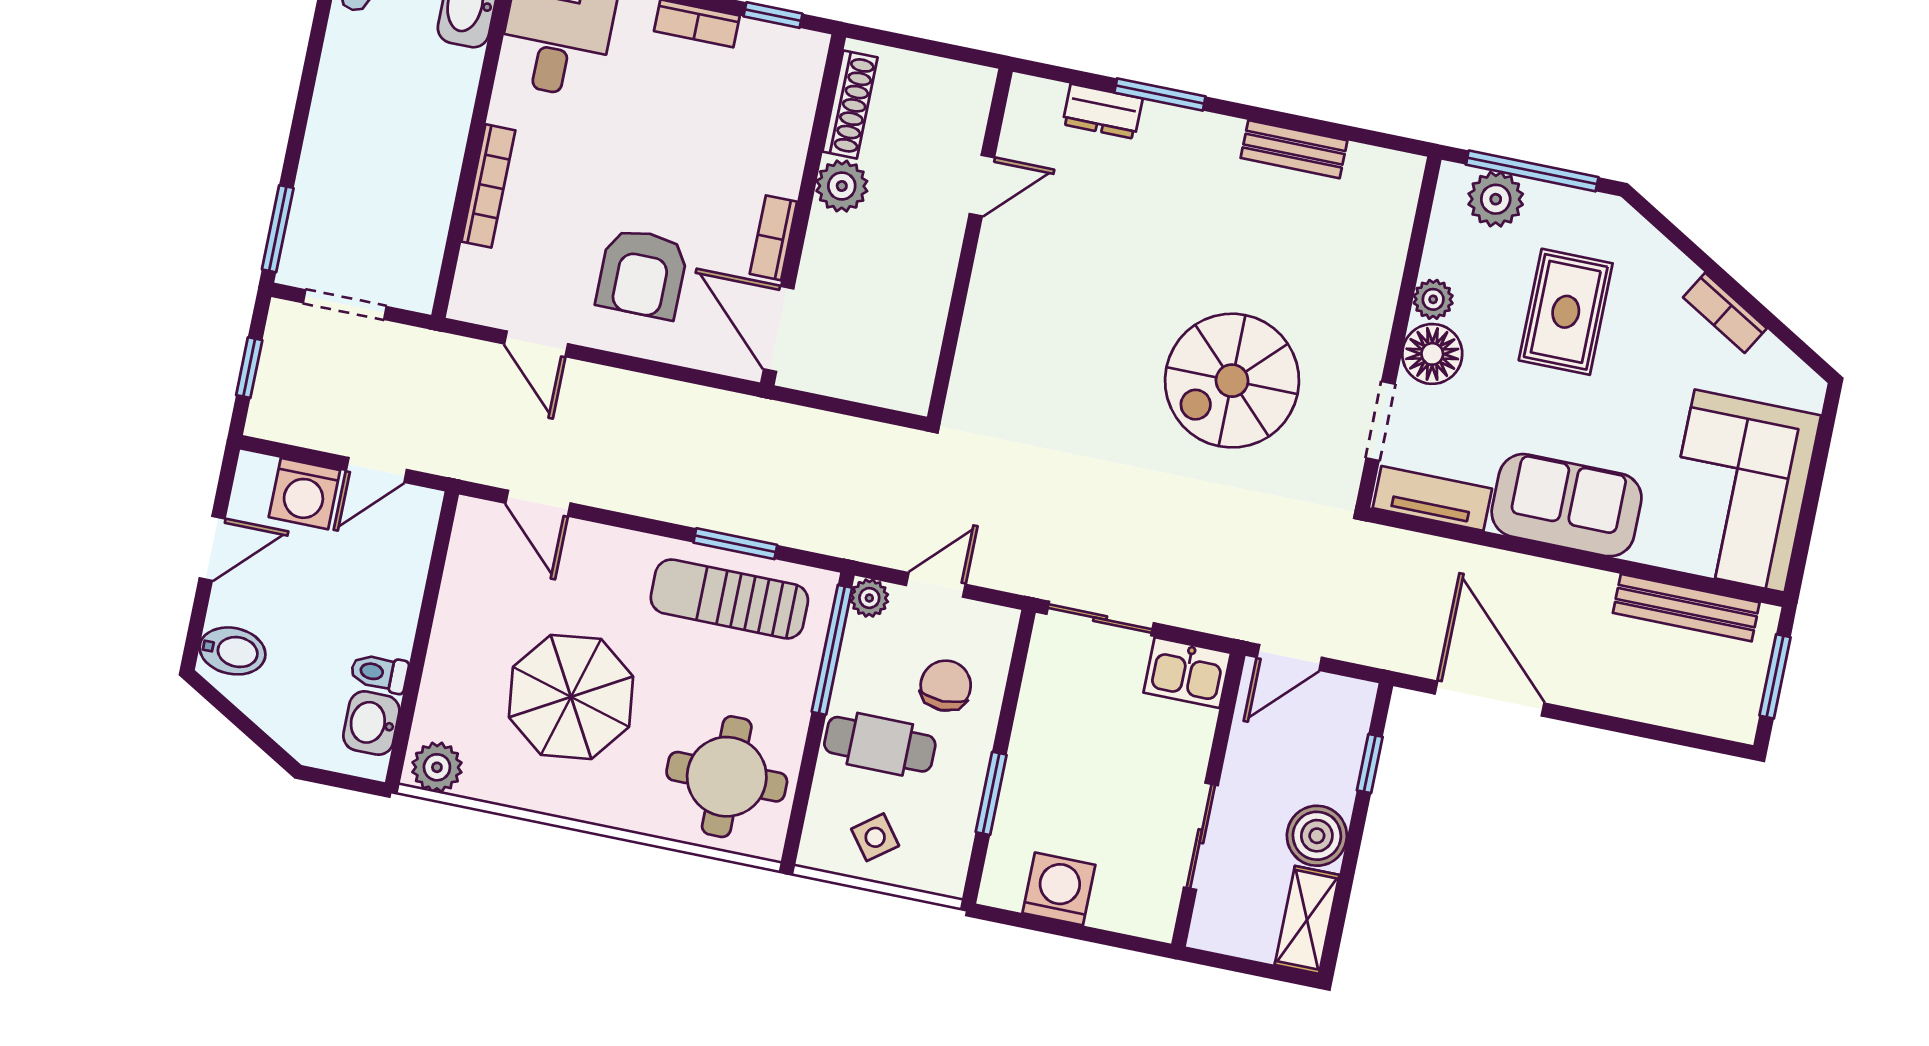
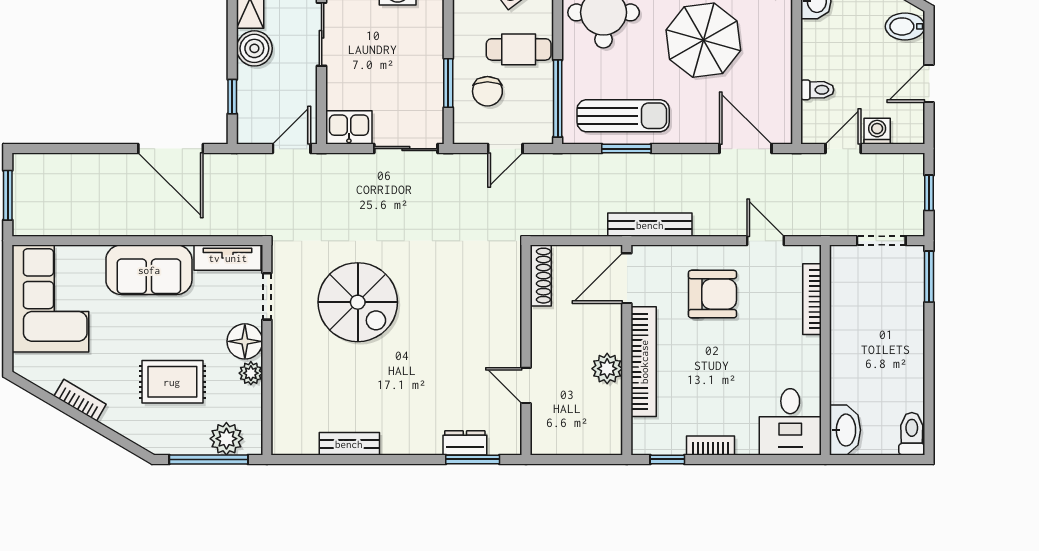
window: (1160, 95) -> (473, 459), moved
shoe rack: (850, 105) -> (541, 276), moved, turned 180
bookcase: (488, 186) -> (812, 299), moved
door: (982, 186) -> (526, 385), hinge flipped
bookcase: (773, 238) -> (644, 362), width x2.31, depth x1.31
armchair: (642, 273) -> (712, 294), turned 90
rug: (1566, 312) -> (172, 382), turned 90
door: (779, 329) -> (627, 278), swing flipped
spiral stairs: (1232, 381) -> (358, 302), turned 90
washing machine: (304, 494) -> (877, 131), width x0.73, depth x0.73
door: (538, 503) -> (745, 149), width x1.38
plant: (869, 598) -> (542, 133), removed
bench: (1686, 608) -> (650, 225), moved
toilet: (379, 673) -> (817, 90), moved
window: (991, 793) -> (448, 83), moved

